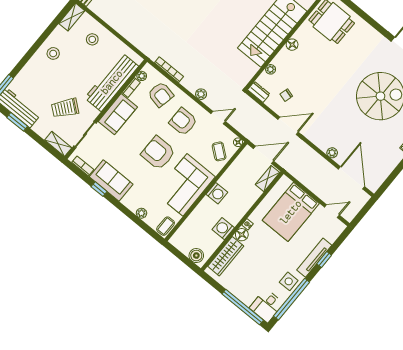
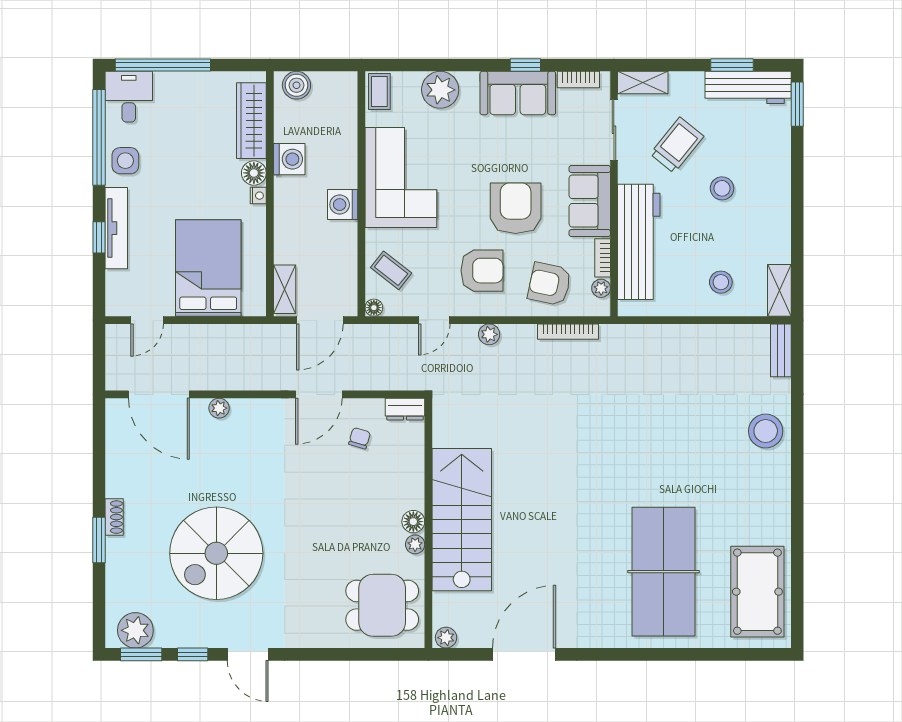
stool: (53, 53) -> (722, 188), moved
plant: (271, 69) -> (415, 544), moved
armchair: (158, 153) -> (516, 208), moved, turned -90
plant: (141, 213) -> (440, 90), width x1.88, depth x1.88

